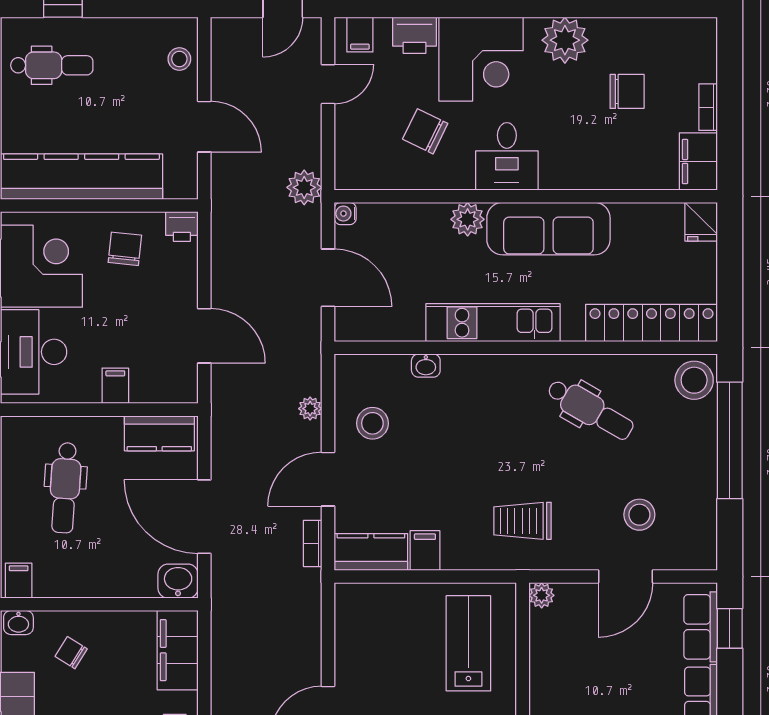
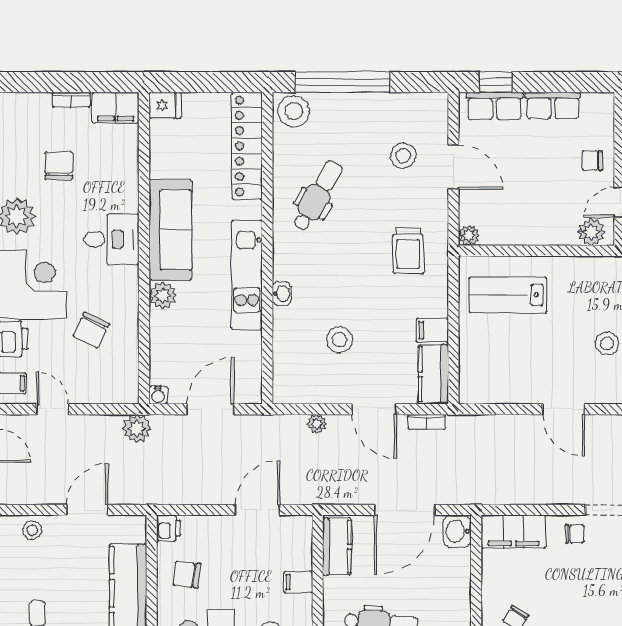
desk: (507, 156) -> (111, 239), moved
washbasin: (426, 366) -> (282, 294), moved
stool: (372, 423) -> (339, 340), moved

